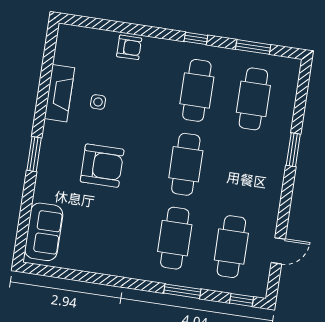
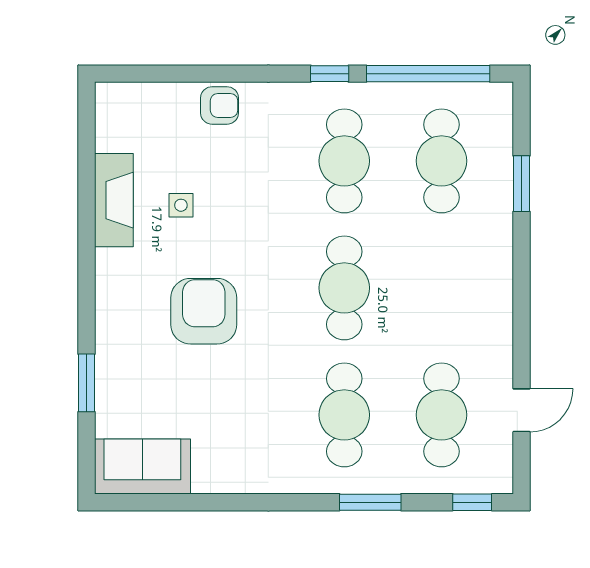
window: (253, 47) -> (428, 74), width x2.11
window: (293, 150) -> (522, 184), moved
window: (34, 154) -> (86, 383), moved
armchair: (102, 166) -> (204, 311), turned -90
sofa: (44, 232) -> (142, 466), moved, turned -90

